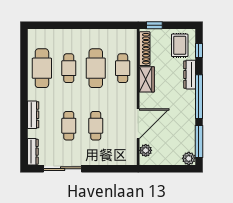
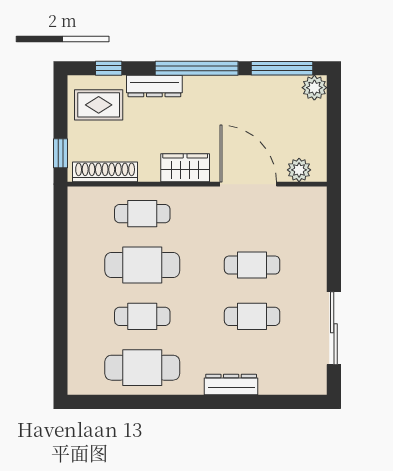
wardrobe: (147, 79) -> (185, 168), moved
dresser: (33, 152) -> (302, 385), removed

